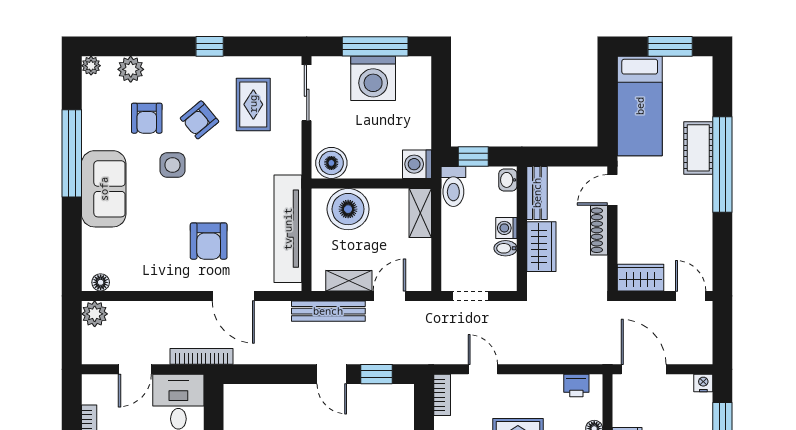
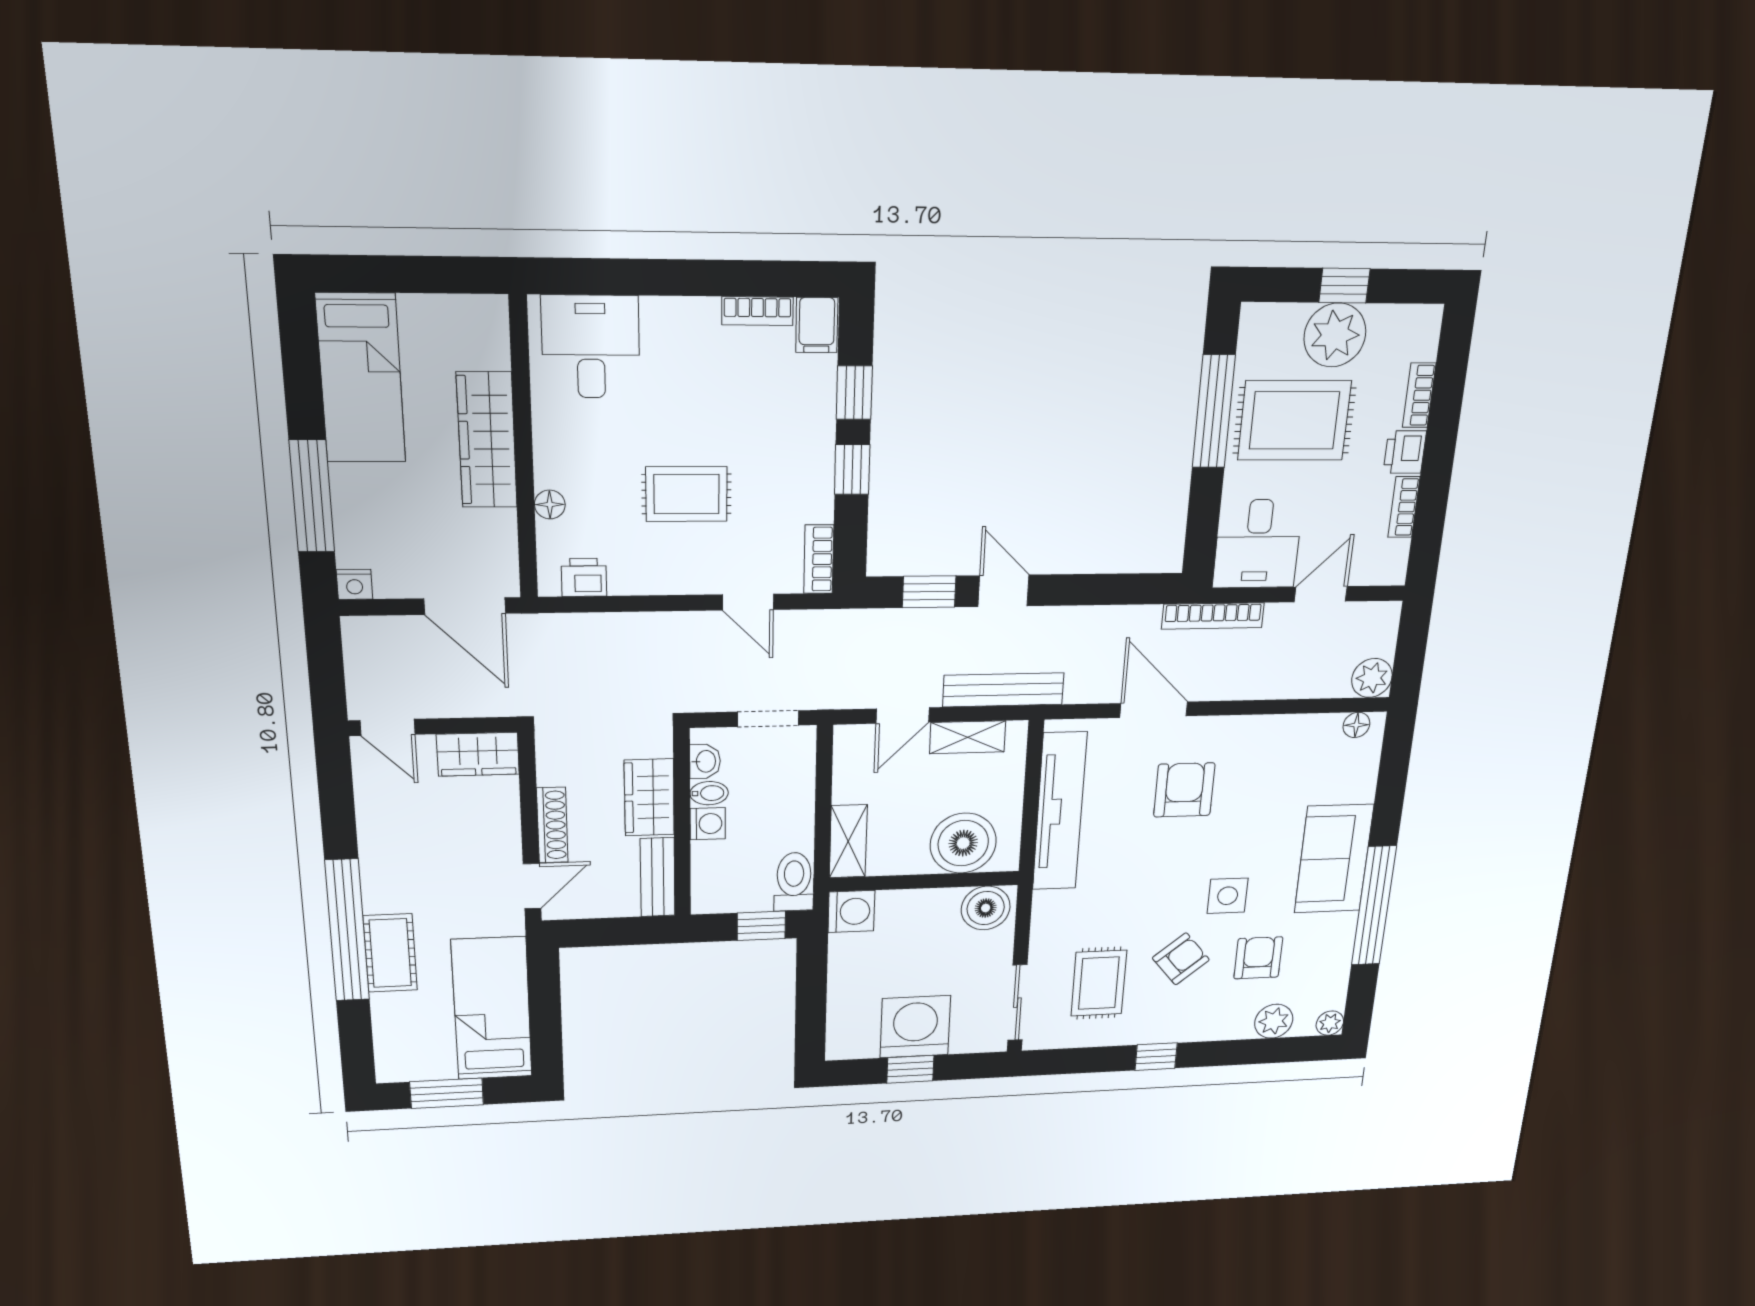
window: (375, 46) -> (910, 1069), width x0.46
washbasin: (508, 180) -> (705, 761), moved

